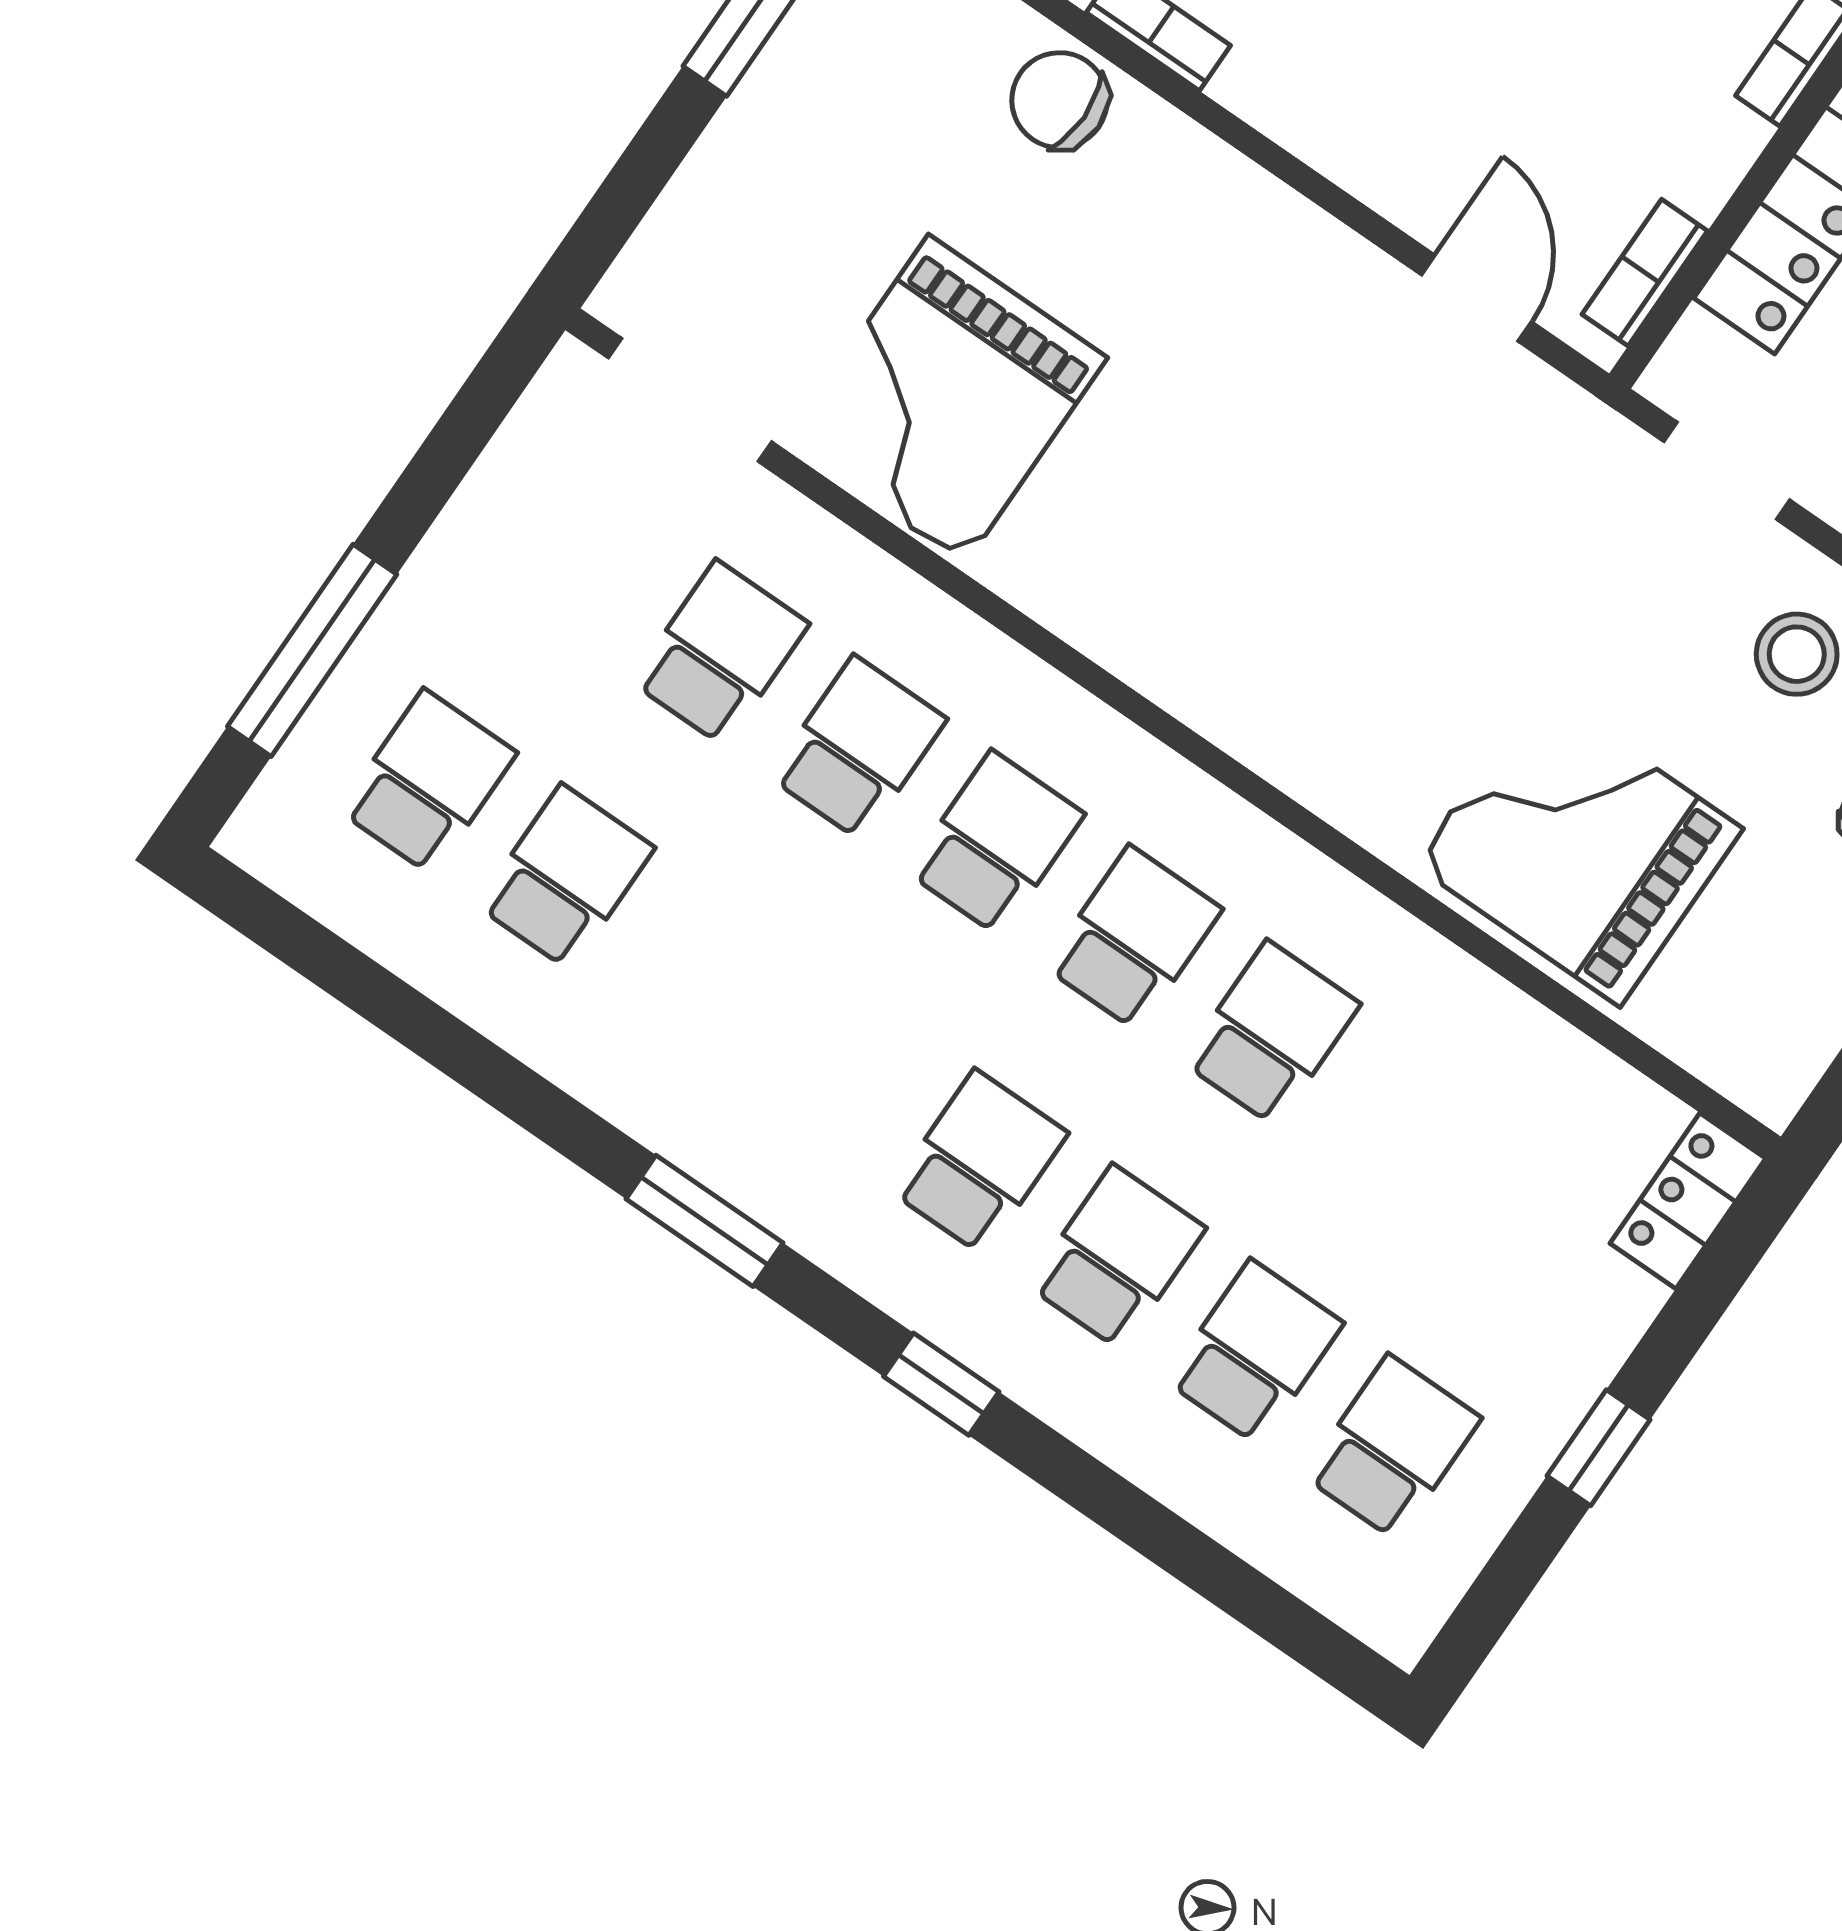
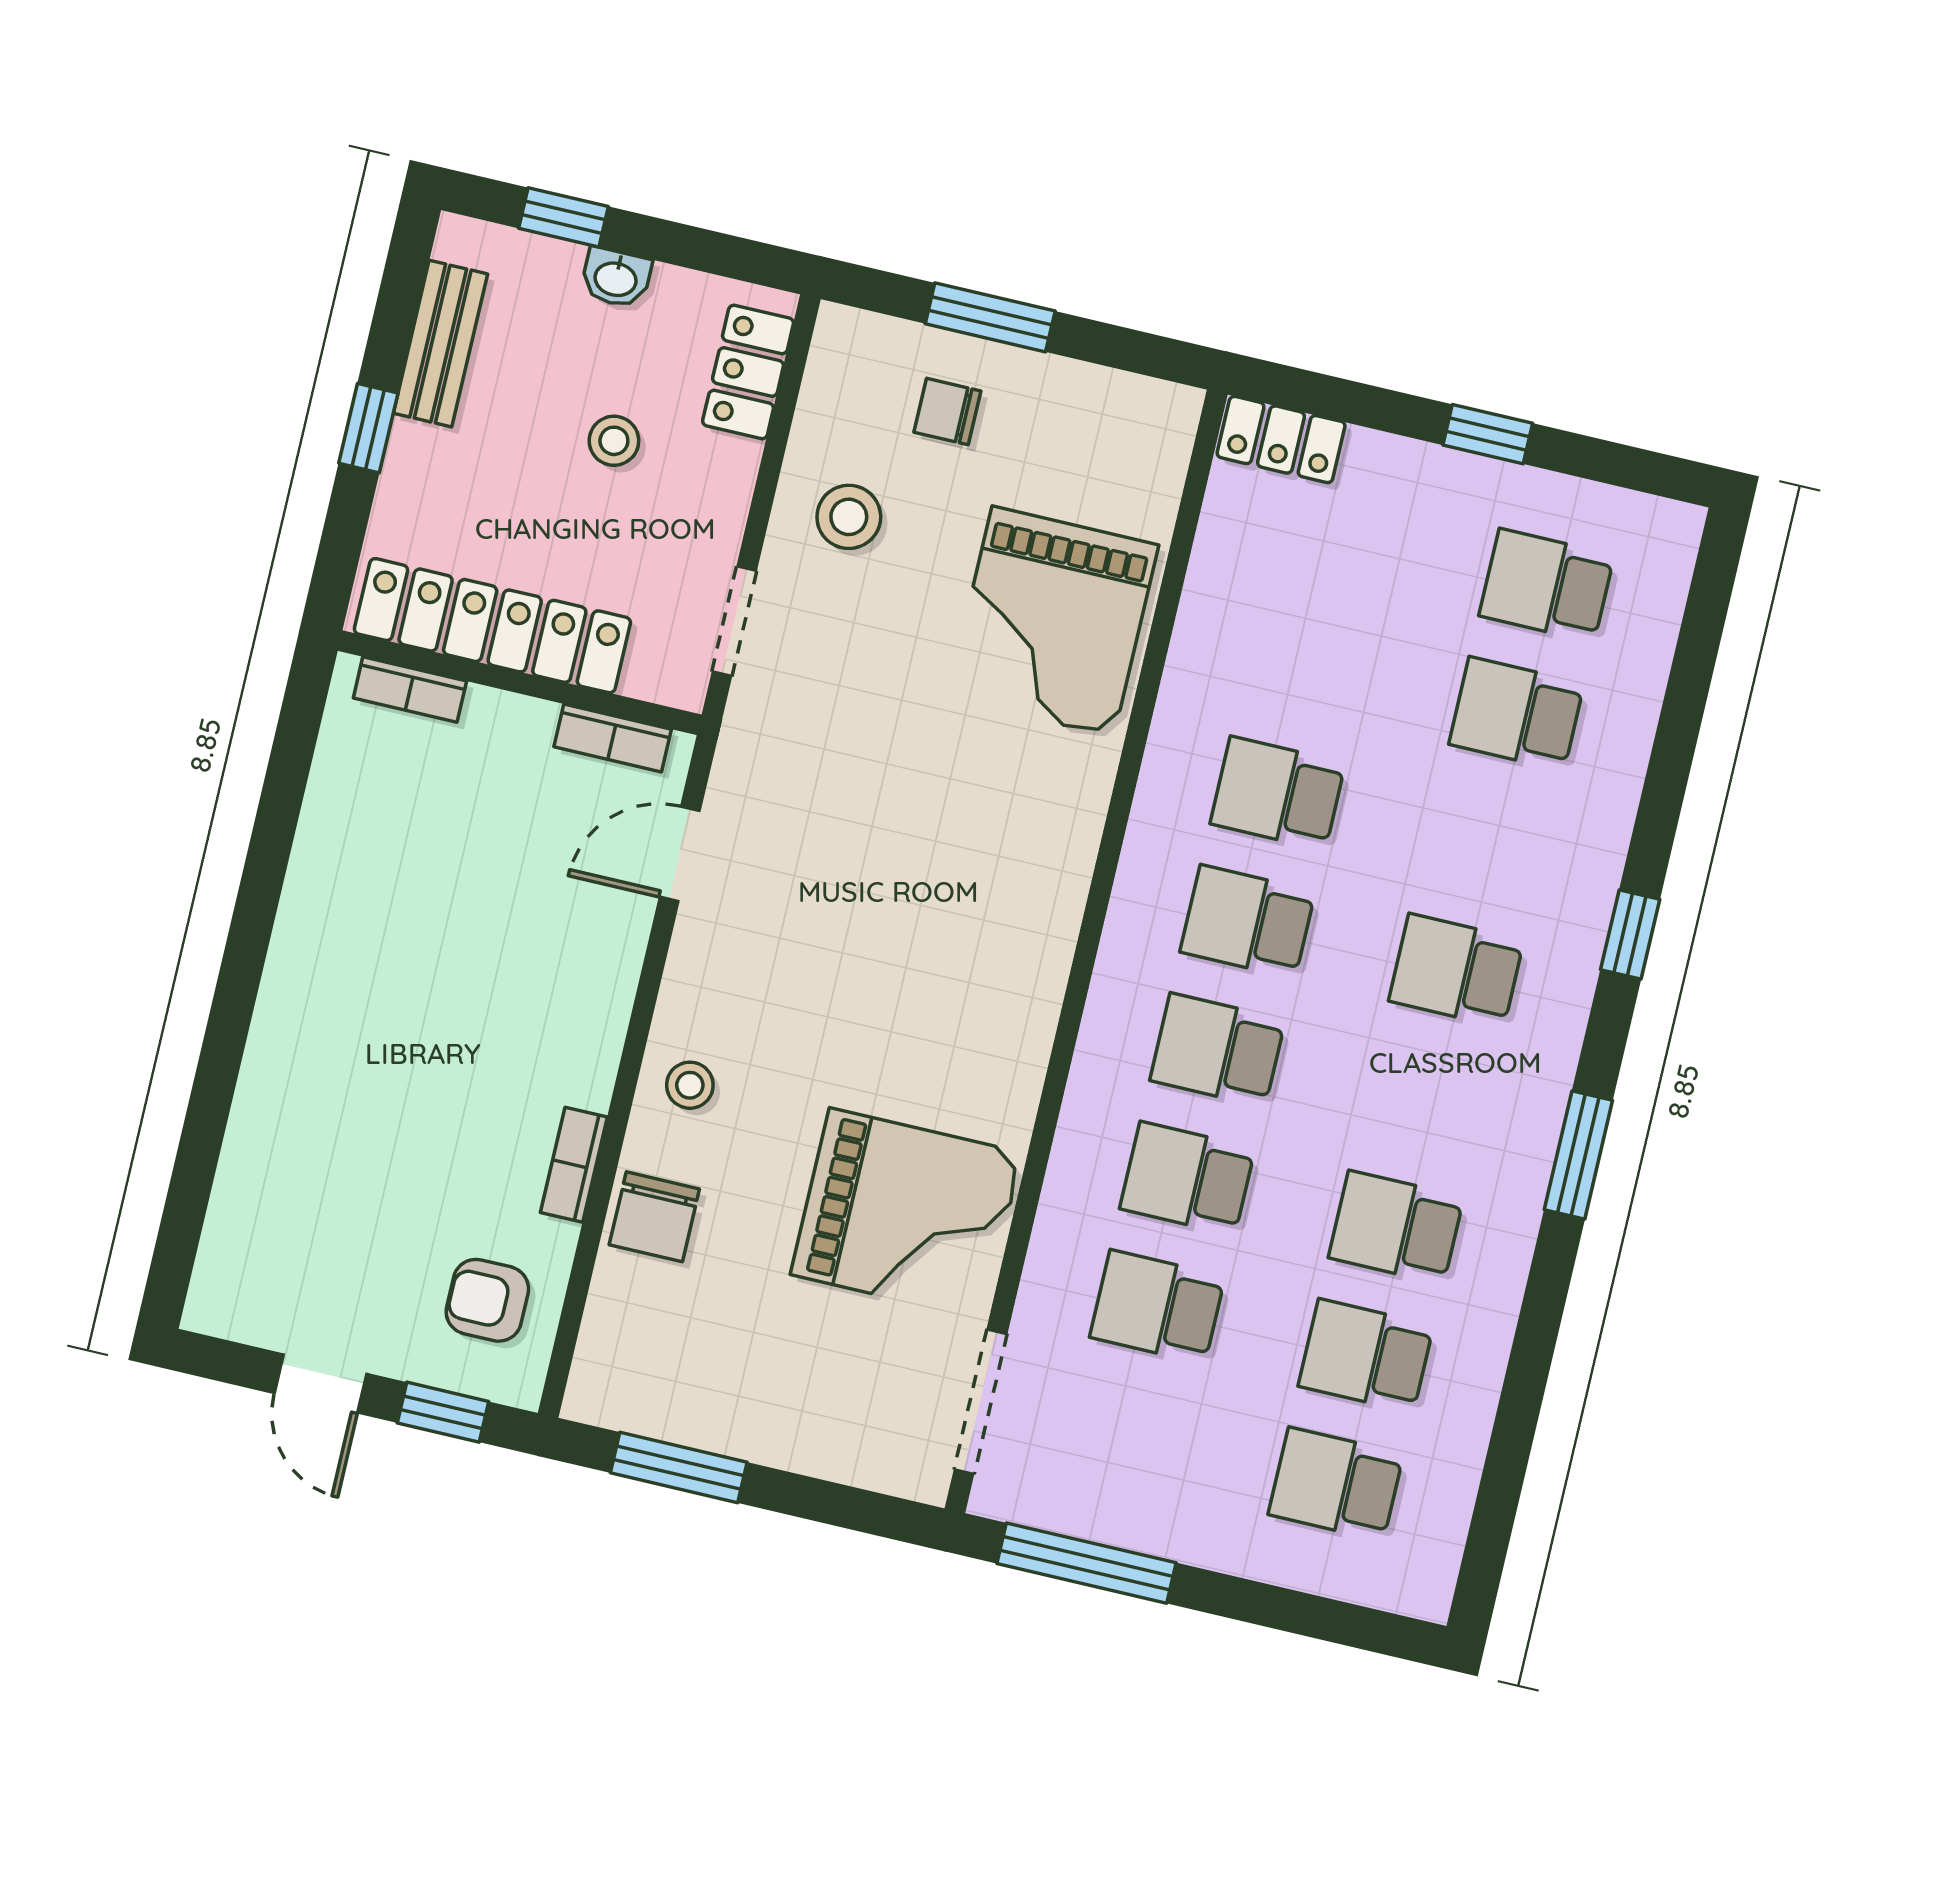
stool: (1199, 203) -> (690, 1085), added
window: (312, 650) -> (1086, 1563), moved
school desk: (1117, 1257) -> (1396, 1227), moved

